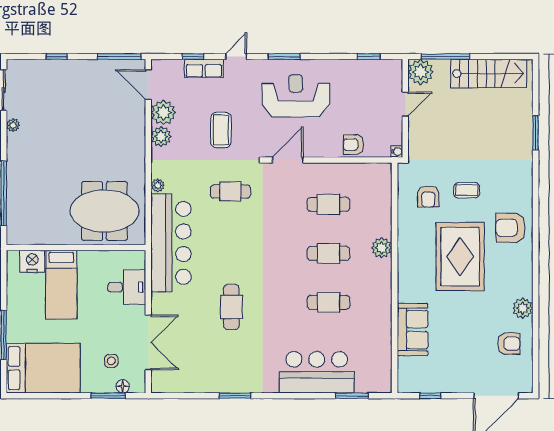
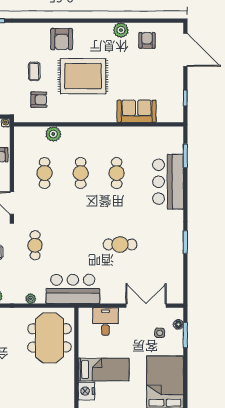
bar counter: (171, 243) -> (73, 289), width x0.73
plant: (382, 248) -> (53, 134), moved

